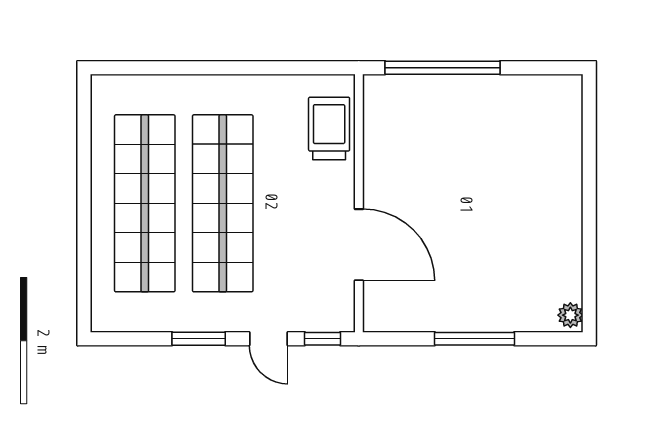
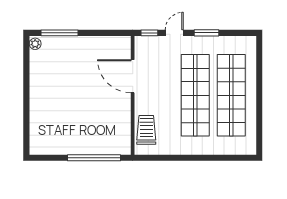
trolley: (329, 129) -> (146, 130), turned 180
door: (269, 339) -> (174, 33), hinge flipped
window: (475, 339) -> (60, 33), moved

